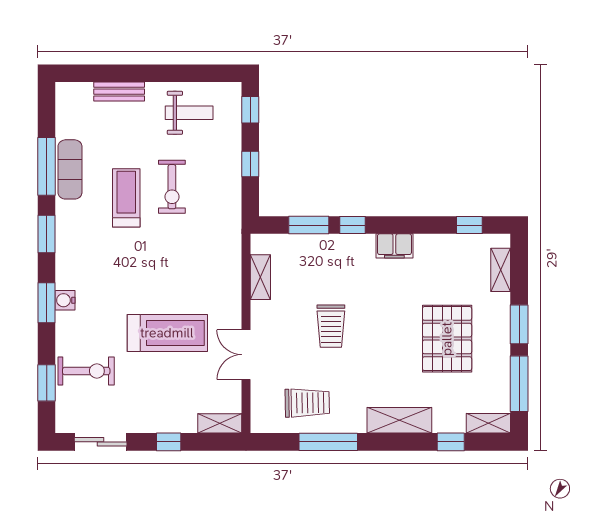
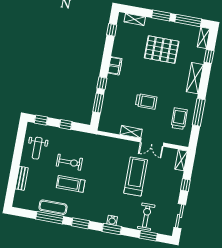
weight bench: (189, 113) -> (37, 148), turned 180
shelving: (260, 277) -> (131, 132), moved

